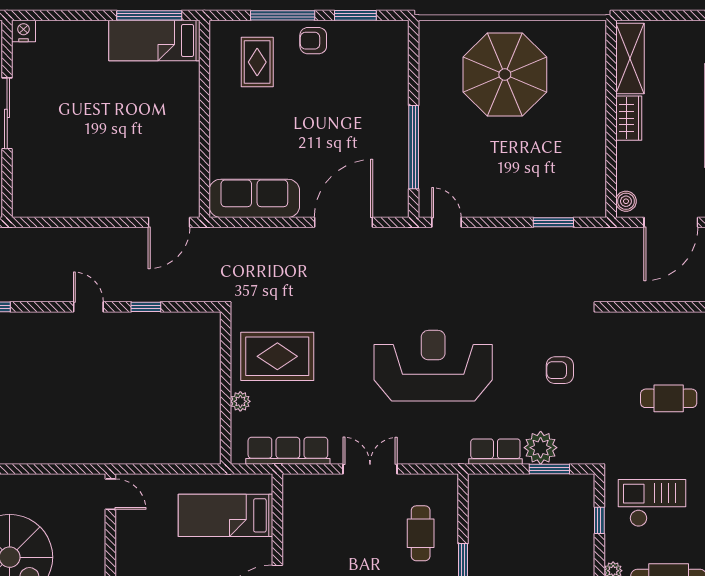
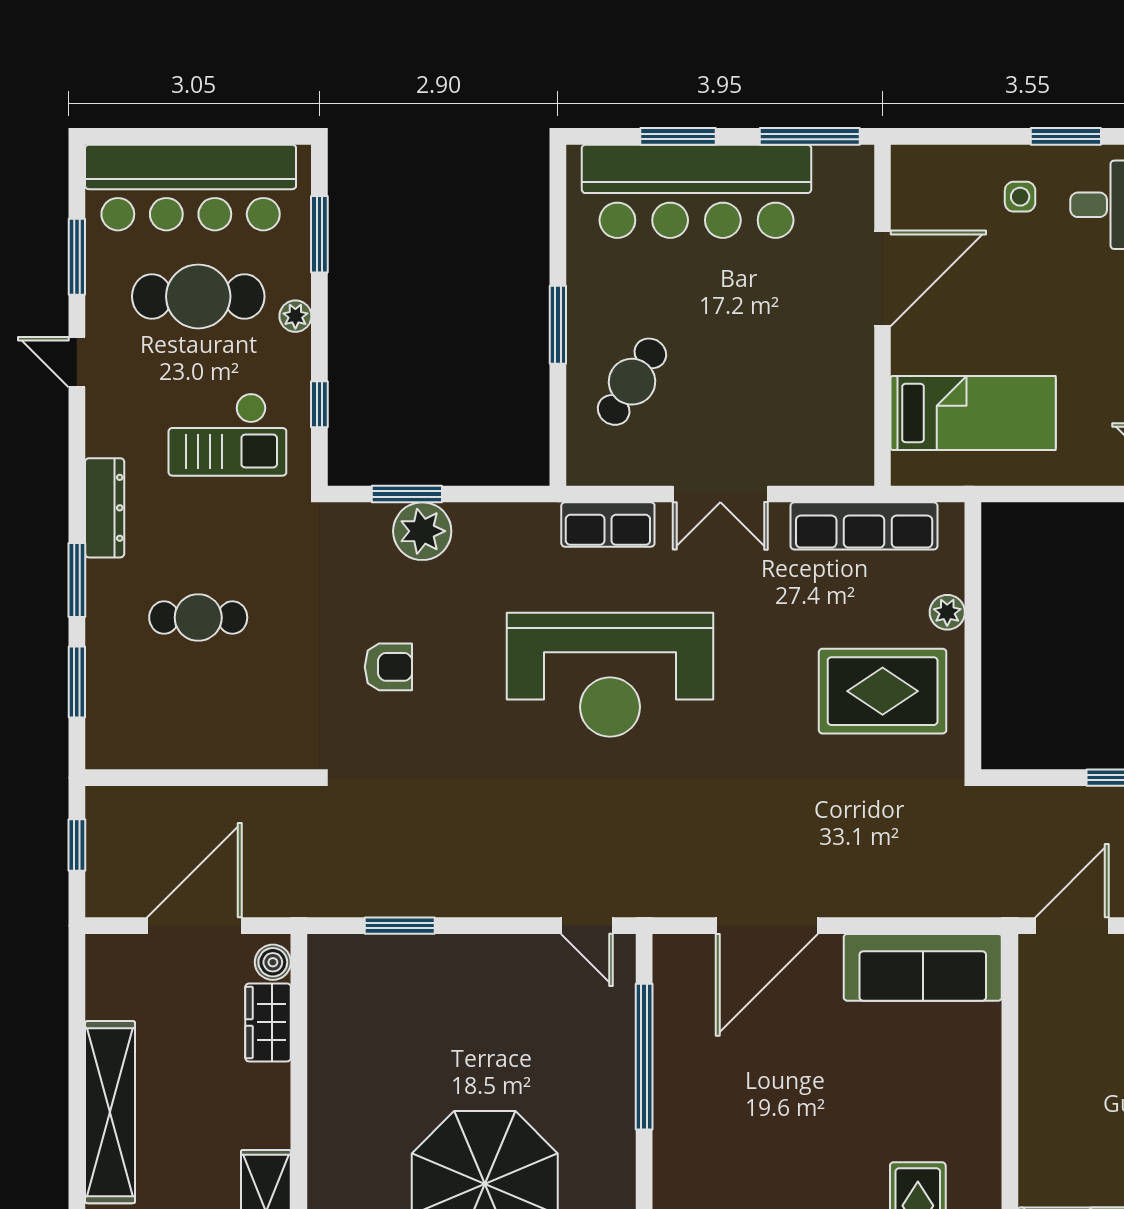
wardrobe: (629, 118) -> (268, 1022), moved
row of seats: (495, 452) -> (608, 524), moved
cafe table: (421, 533) -> (632, 382), turned 33

